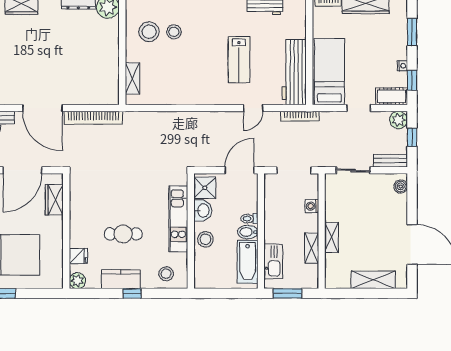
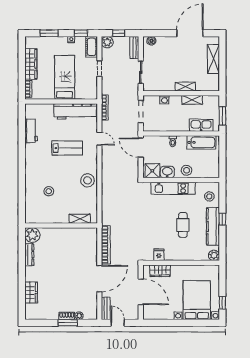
stool: (149, 32) -> (87, 180), moved
bed: (329, 72) -> (65, 77), moved, turned 90
bidet: (248, 232) -> (182, 142), removed
fridge: (78, 256) -> (159, 255), moved
kitchen counter: (121, 279) -> (213, 226), width x1.50

